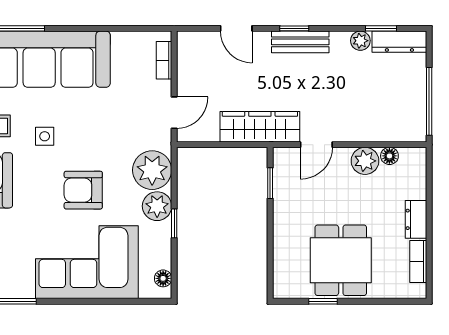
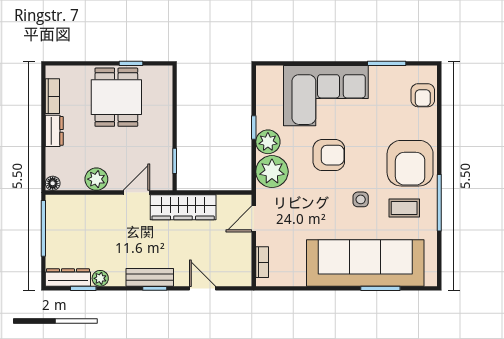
floor lamp: (389, 156) -> (53, 183), moved
floor lamp: (163, 278) -> (263, 82), removed

